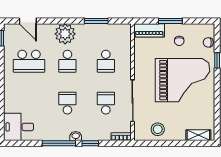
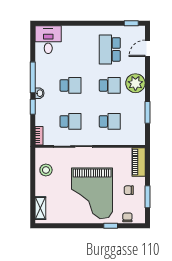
window: (170, 21) -> (147, 197), moved
school desk: (67, 61) -> (110, 85), turned 180
school desk: (106, 61) -> (110, 121), turned 180

